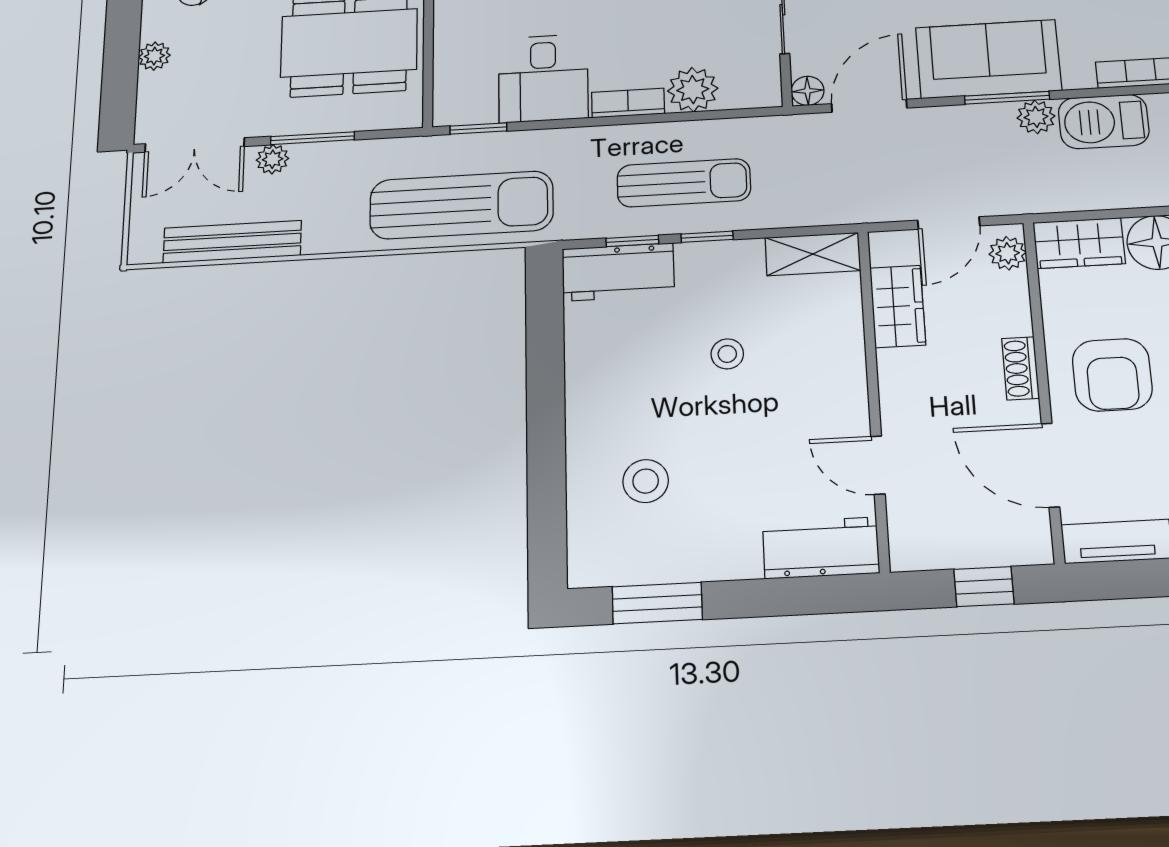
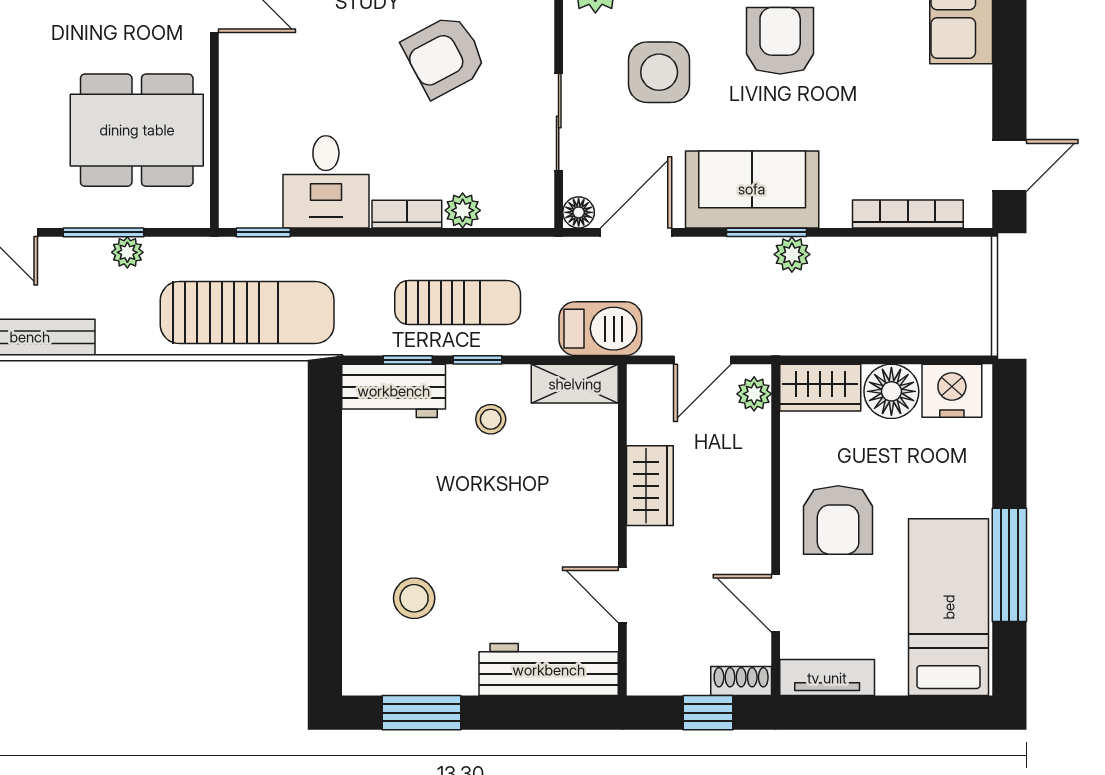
plant: (693, 90) -> (463, 210), width x0.73, depth x0.73
barbecue: (1104, 122) -> (600, 329), moved, turned 180
plant: (273, 159) -> (127, 252), moved
wardrobe: (898, 306) -> (650, 486), moved
stool: (727, 354) -> (491, 419), moved
shoe rack: (1021, 368) -> (741, 681), moved, turned 90
door: (1051, 465) -> (776, 603), width x0.73
workbench: (821, 548) -> (549, 670), width x1.38

